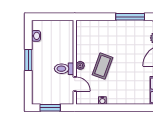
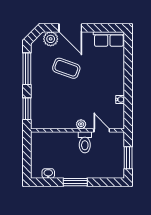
window: (94, 17) -> (27, 109), added
coffee table: (102, 66) -> (66, 68), moved
door: (75, 84) -> (102, 130), hinge flipped

